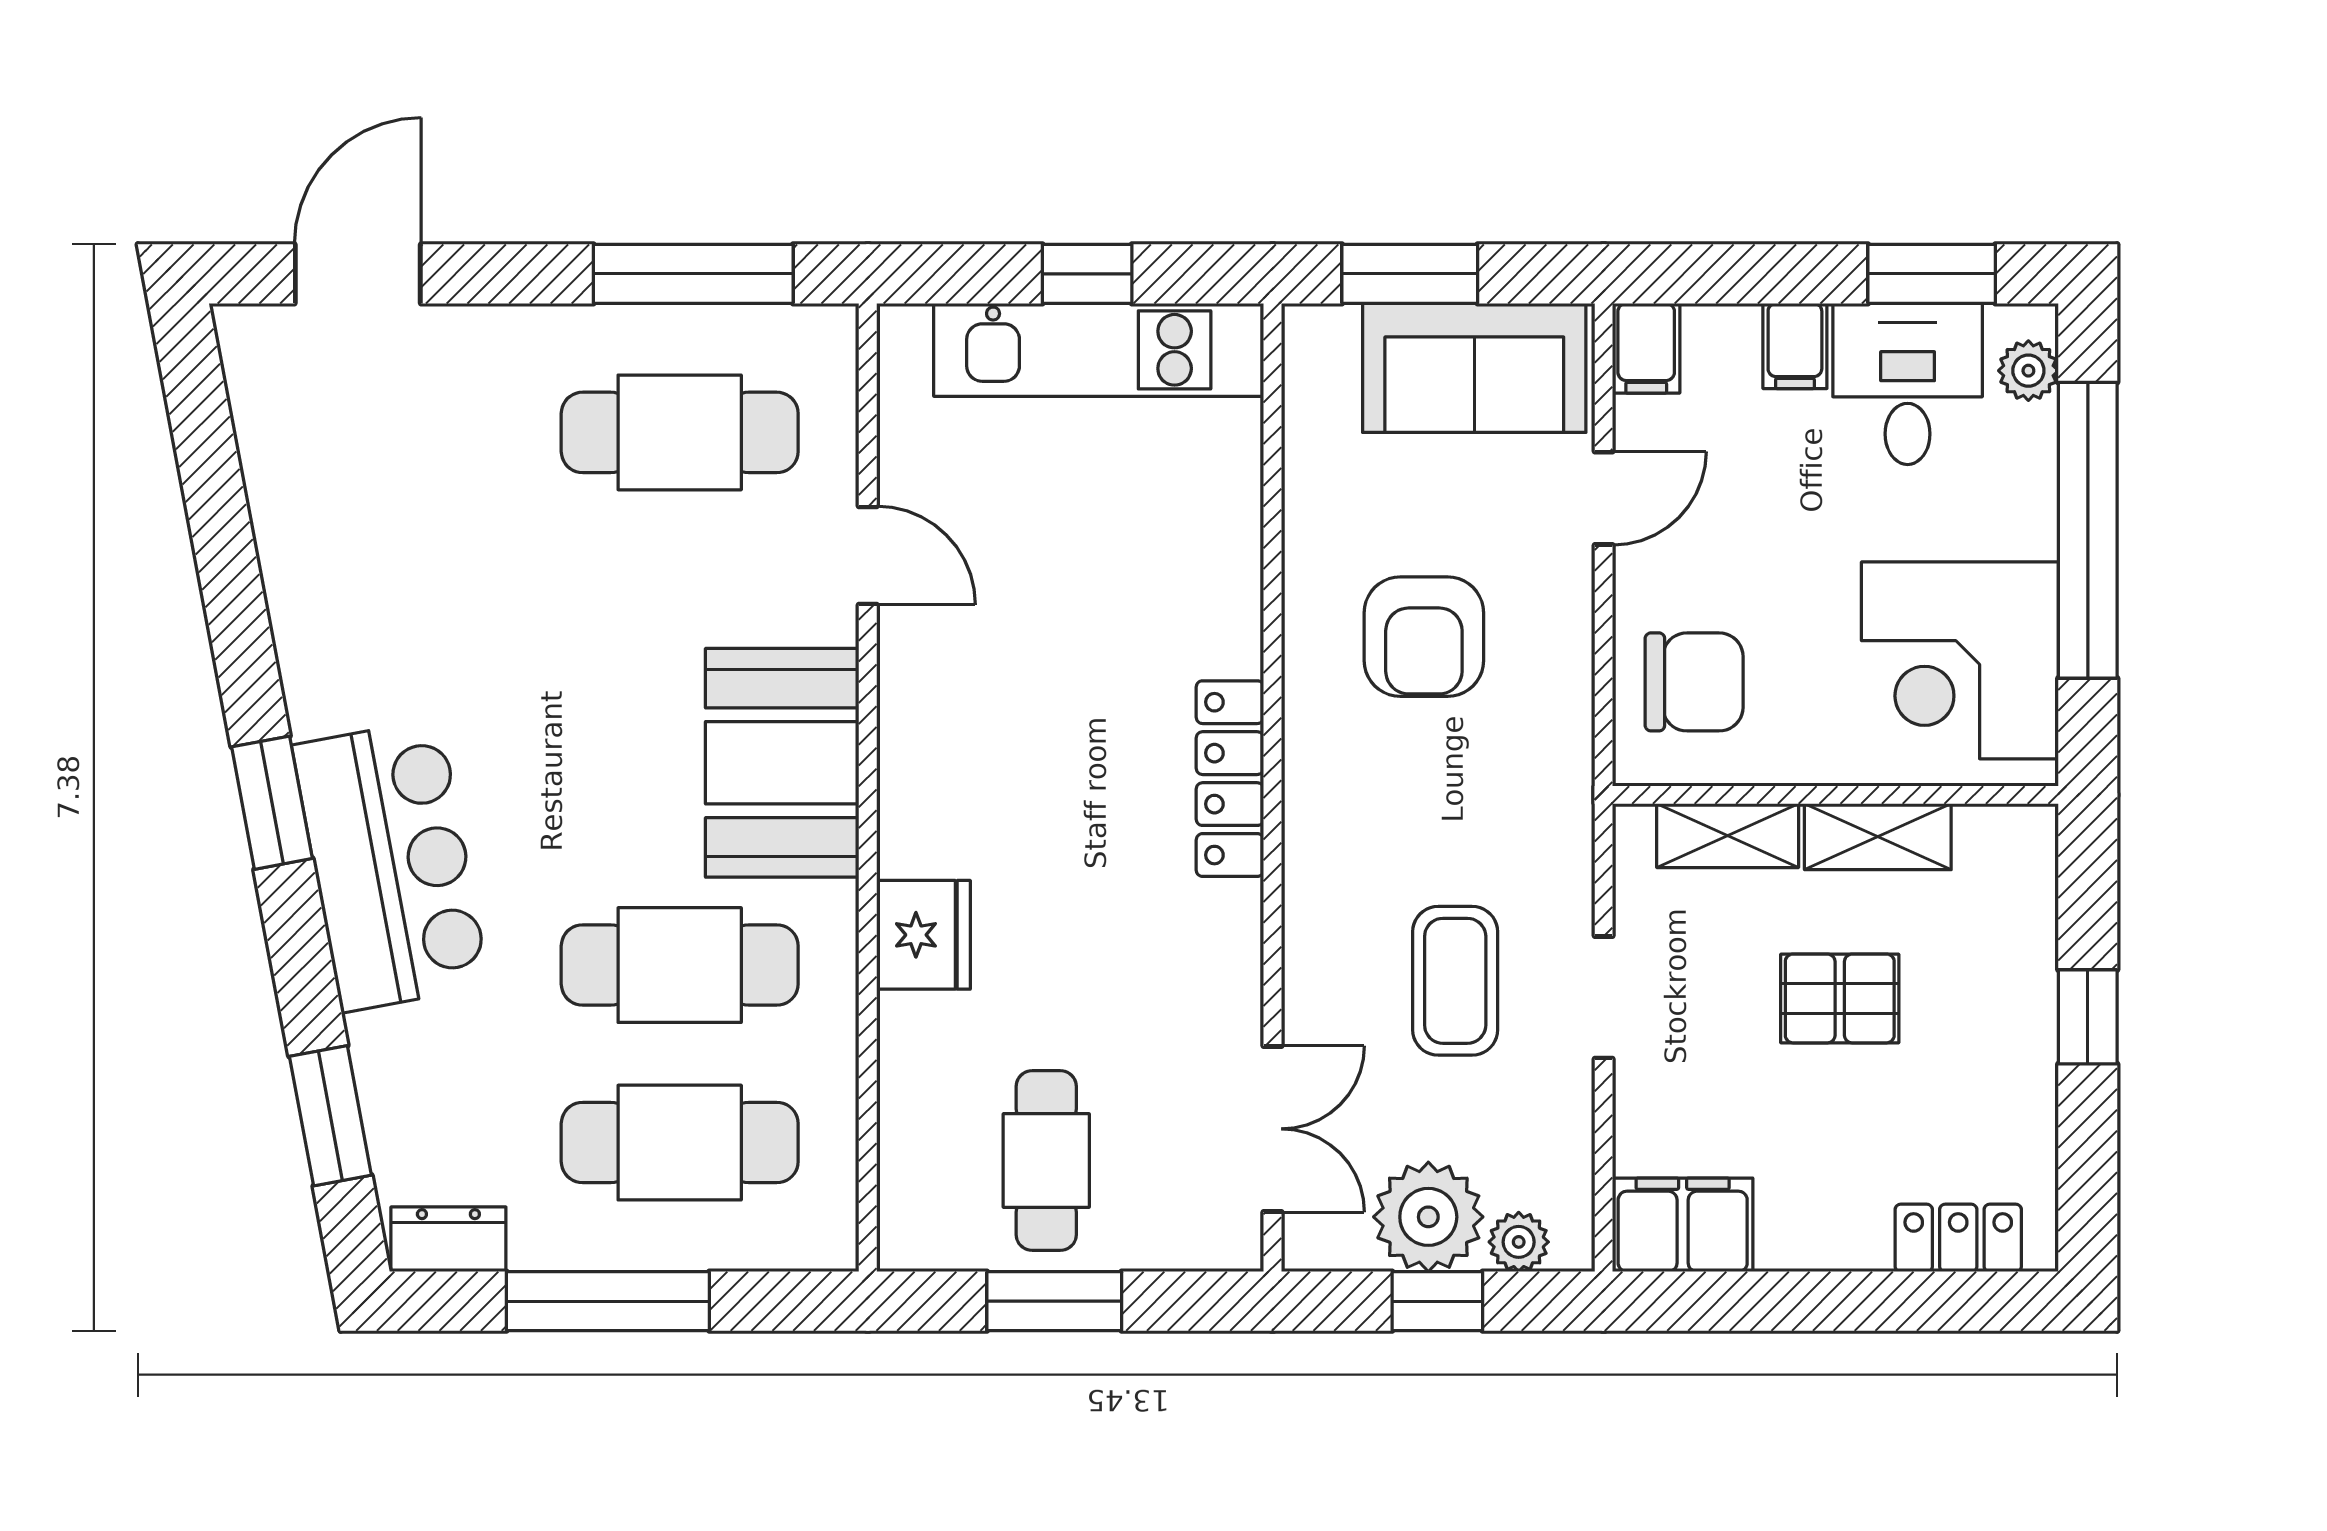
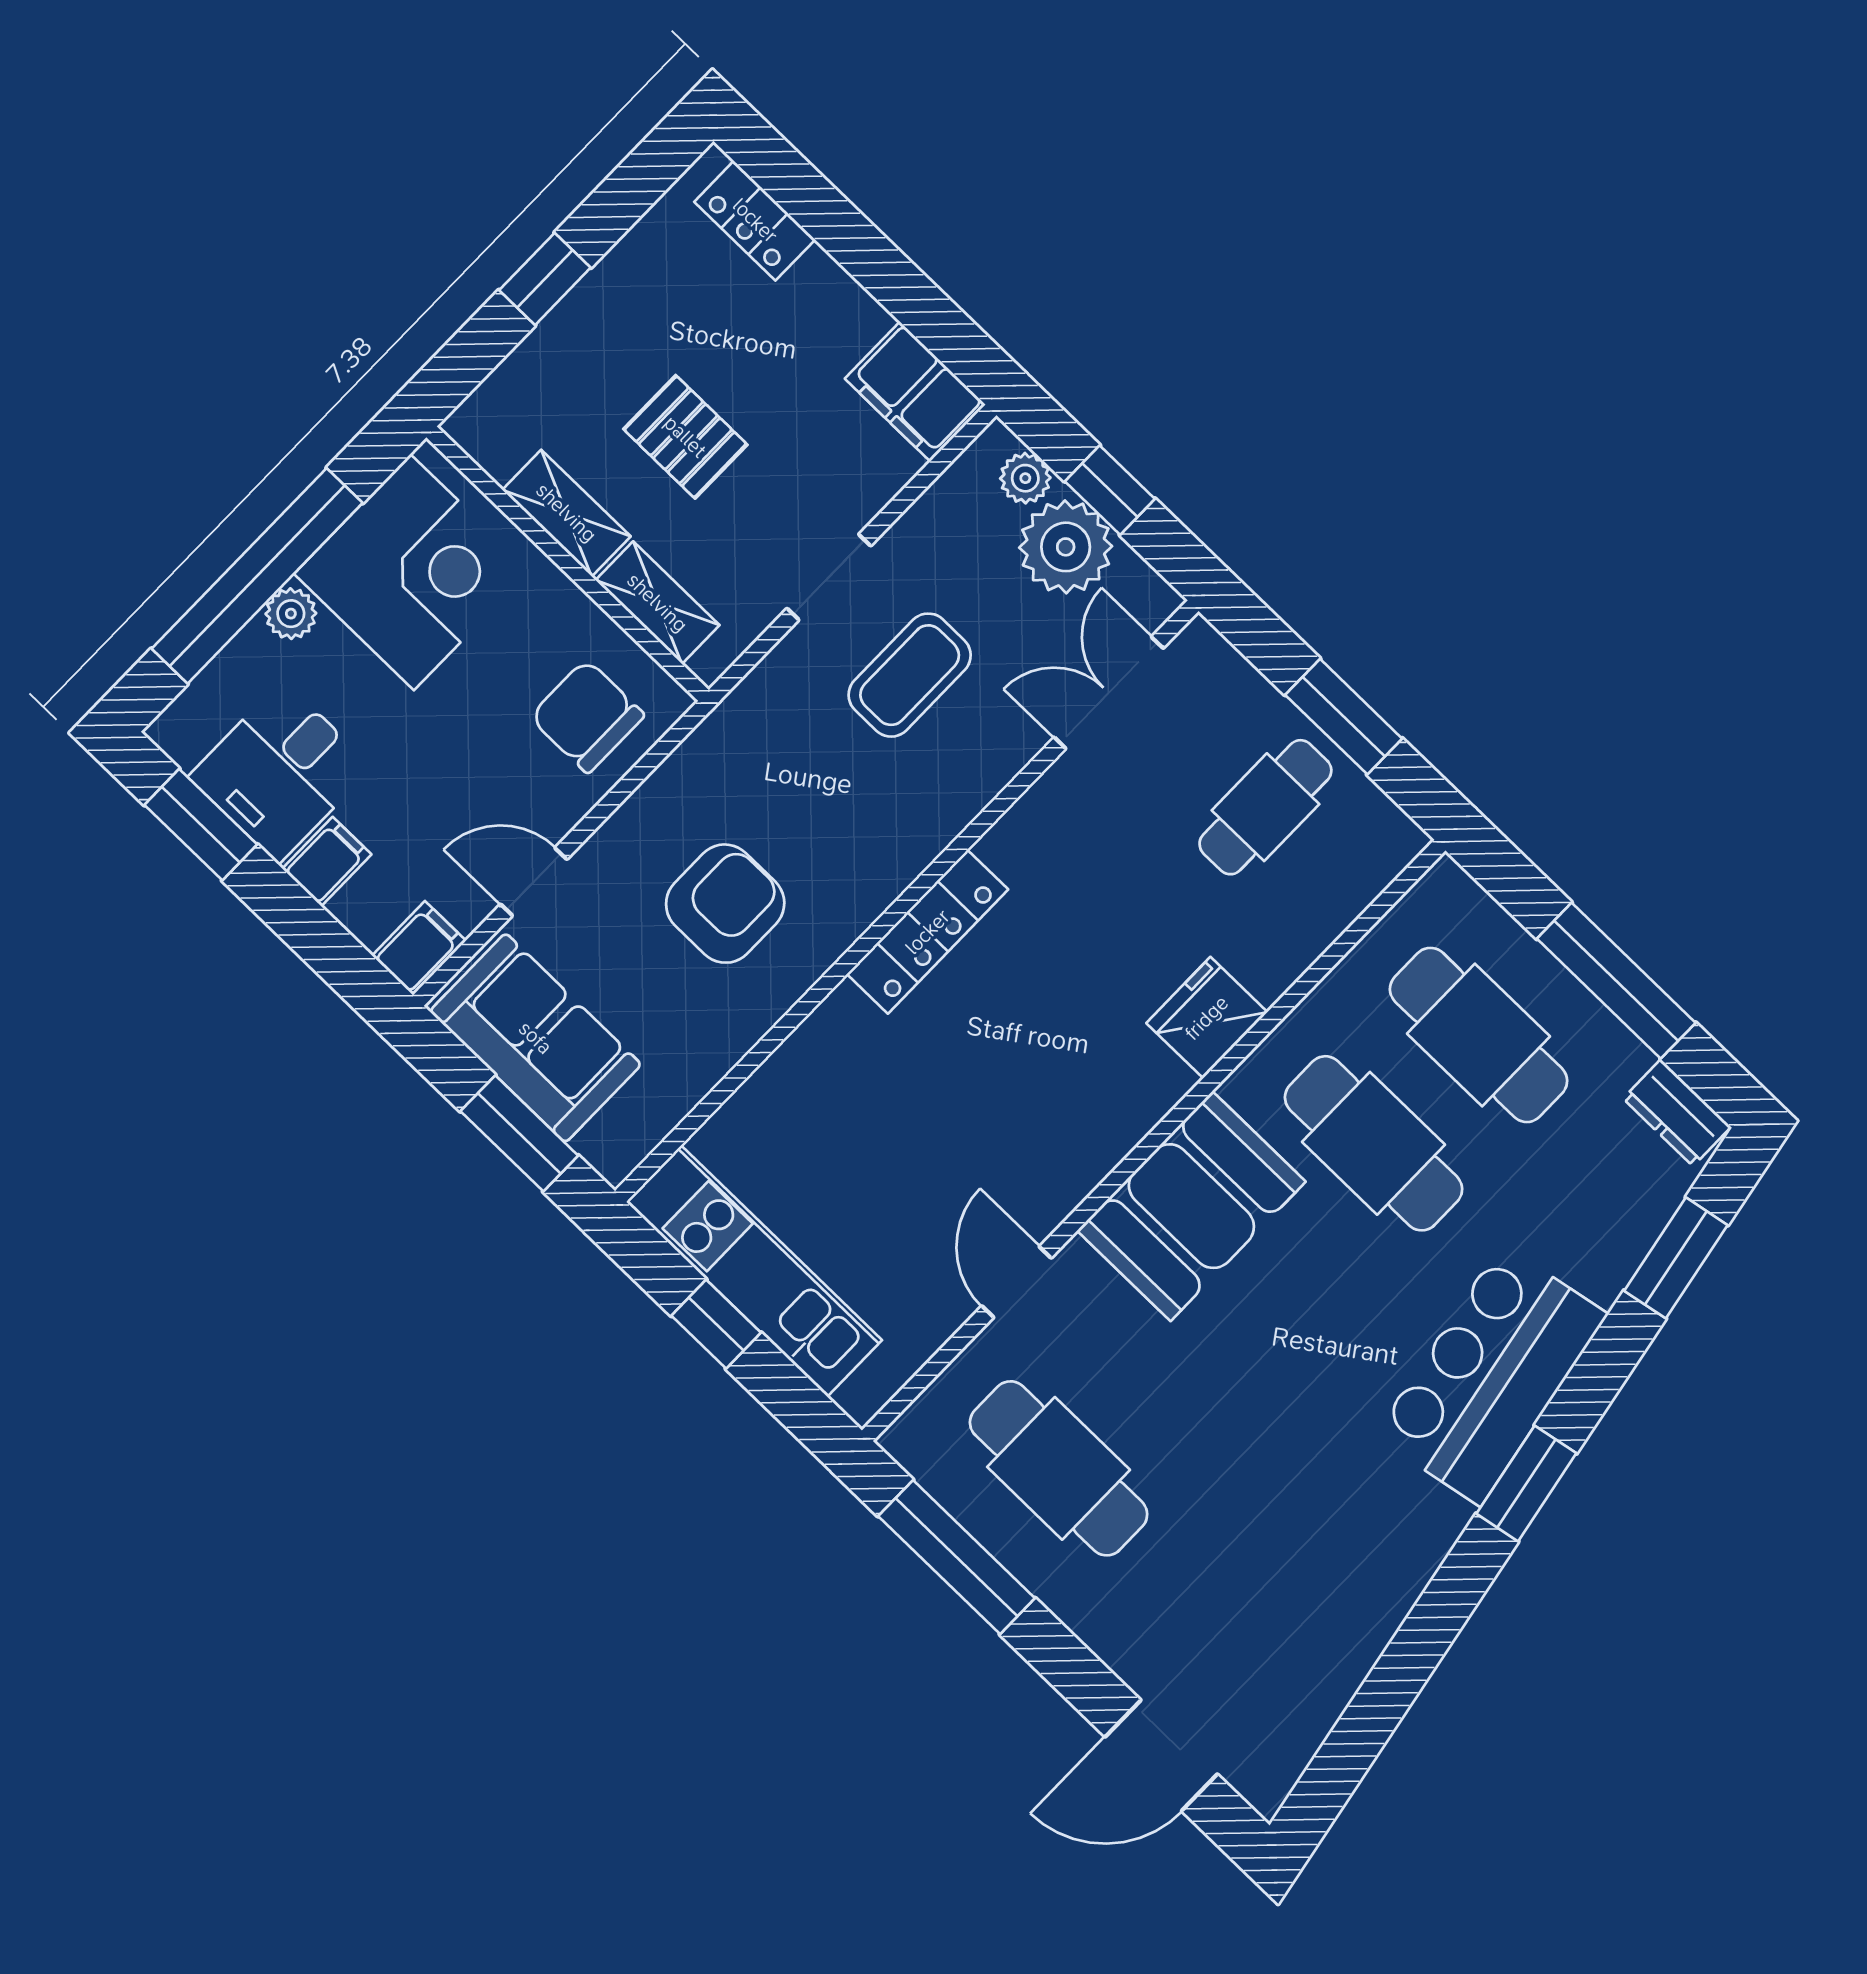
plant: (2028, 371) -> (291, 614), moved

